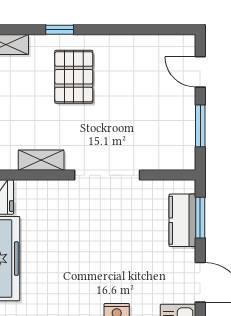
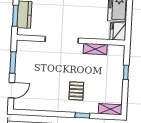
door: (200, 72) -> (11, 90), hinge flipped
pallet: (74, 77) -> (76, 91), width x0.67, depth x0.71

